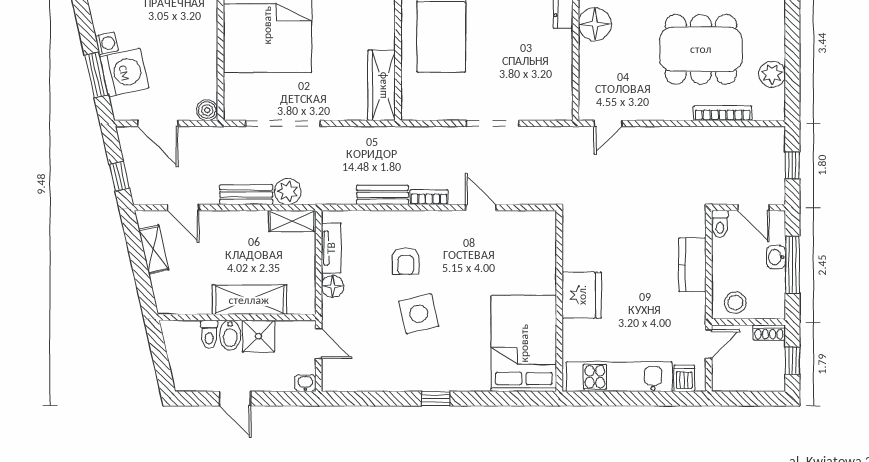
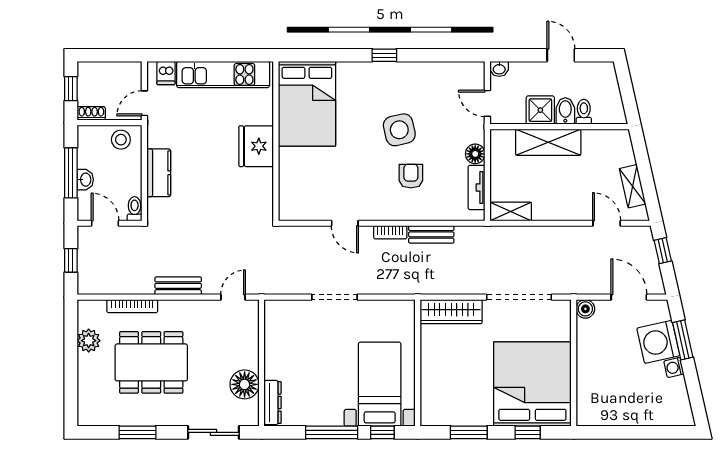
wardrobe: (382, 85) -> (451, 312), moved, turned 90
plant: (288, 191) -> (515, 237), removed
bench: (246, 195) -> (178, 286), moved

